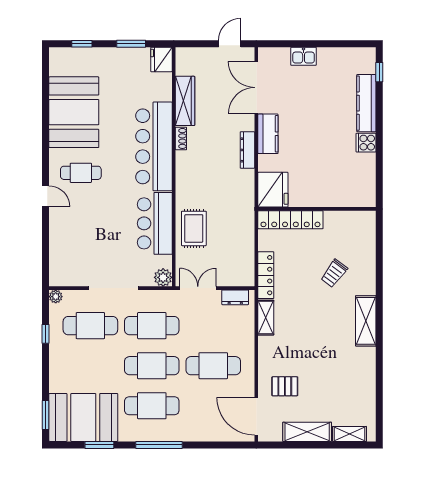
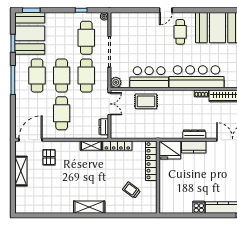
kitchen counter: (268, 134) -> (194, 147), moved
trolley: (334, 273) -> (131, 190), moved
shelving: (350, 434) -> (20, 197), removed

